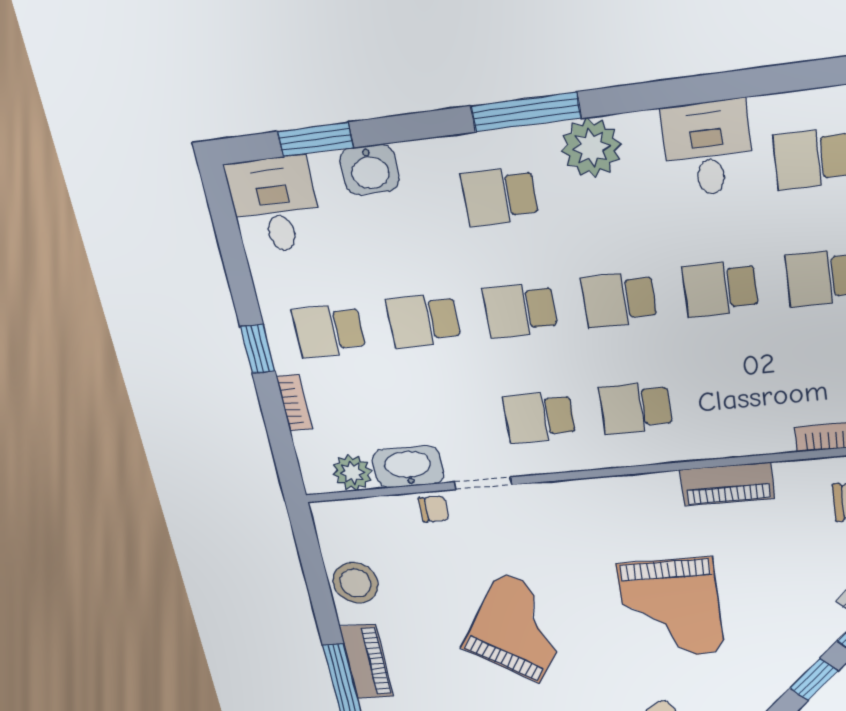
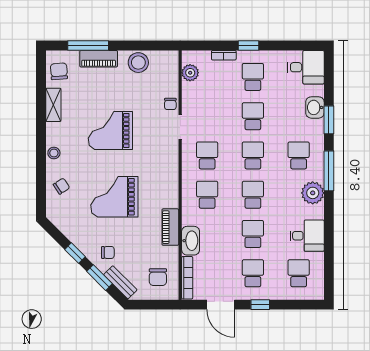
window: (315, 139) -> (329, 120), moved
washbasin: (408, 467) -> (191, 241), moved
chair: (805, 613) -> (108, 252), added
grand piano: (520, 628) -> (110, 130), turned 147

